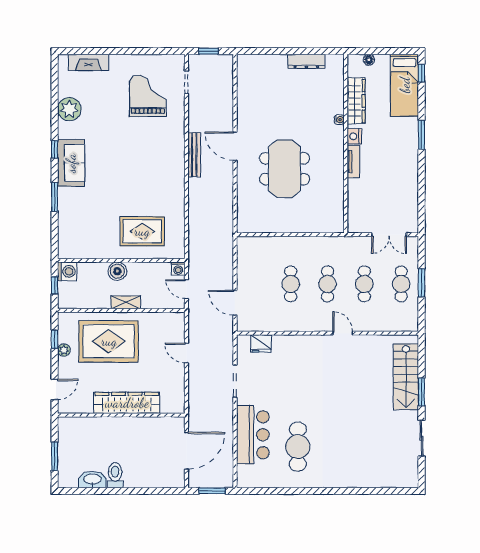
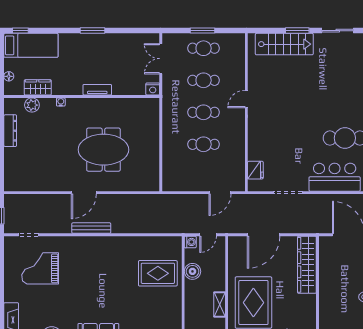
plant: (336, 86) -> (32, 105), added
wardrobe: (356, 101) -> (38, 87), width x0.67
window: (421, 135) -> (93, 31), moved
nightstand: (354, 136) -> (153, 89), moved
rug: (142, 231) -> (158, 273), turned 90
double door: (389, 235) -> (161, 59), swing flipped
boiler: (117, 271) -> (192, 271), moved
shelving: (126, 302) -> (220, 304), moved
door: (186, 353) -> (264, 235), width x1.87
wardrobe: (127, 403) -> (307, 265), moved

